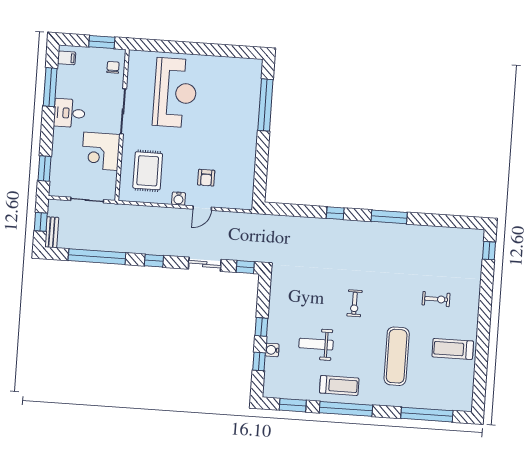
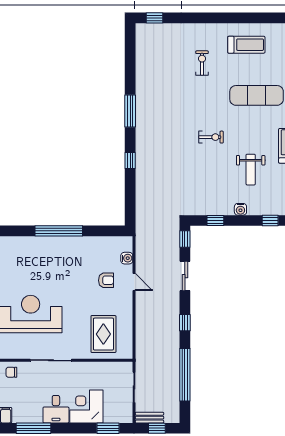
window: (265, 105) -> (59, 231), moved
corner desk: (101, 151) -> (86, 406), moved, turned 180
rug: (148, 171) -> (103, 334), turned 90
water cooler: (179, 199) -> (127, 258), moved
bench: (52, 232) -> (149, 418), moved
window: (261, 327) -> (215, 220), moved
treadmill: (453, 349) -> (246, 45), turned -90
water cooler: (272, 350) -> (240, 209), moved

